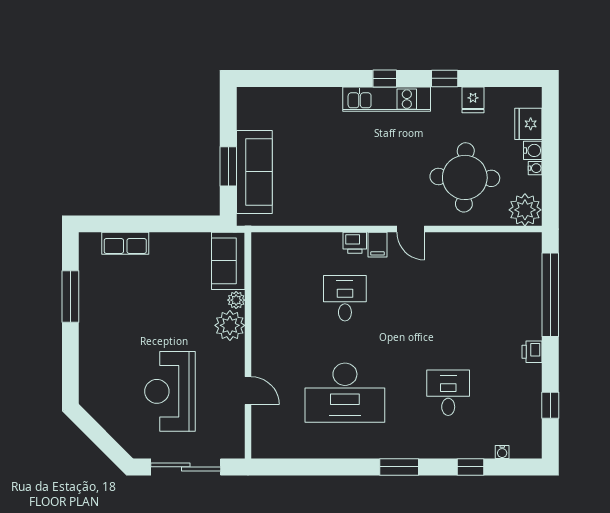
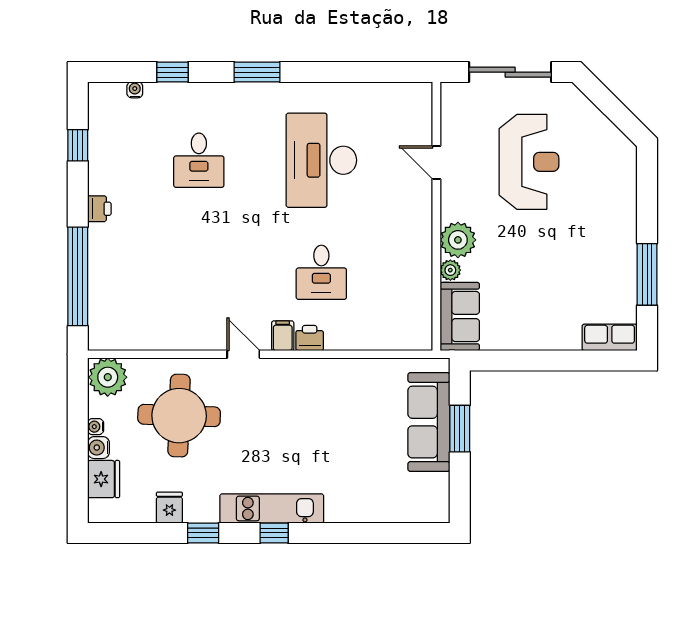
row of seats: (125, 243) -> (610, 337), moved
desk: (345, 393) -> (321, 160), turned -90

